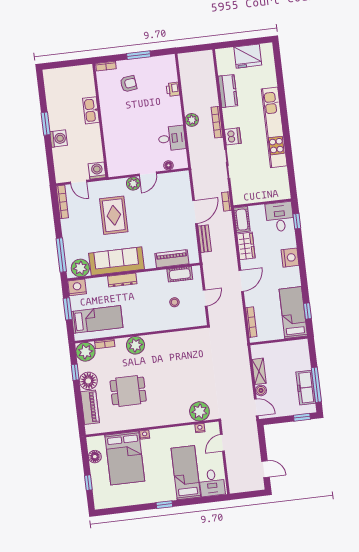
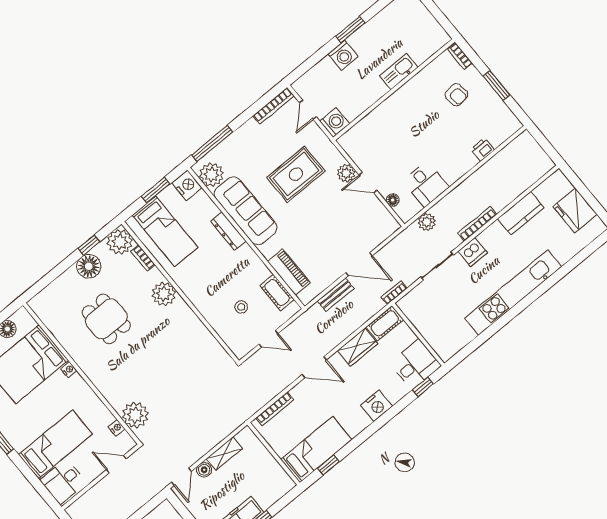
plant: (192, 120) -> (427, 222), moved
piano: (90, 407) -> (60, 288), removed

